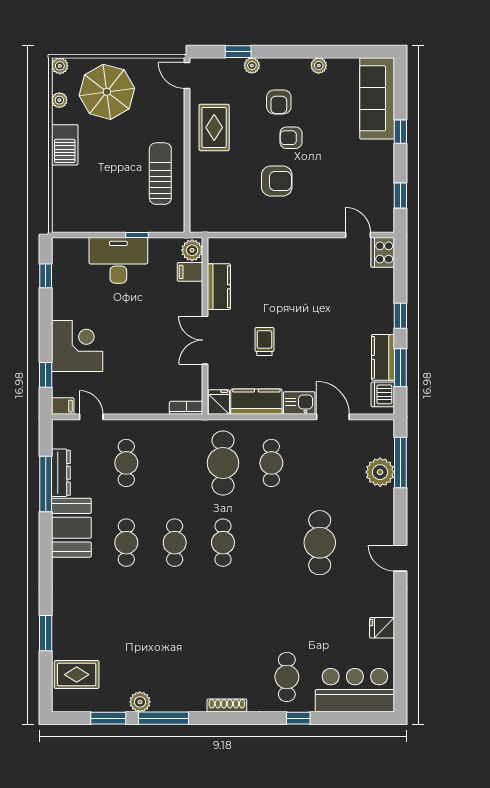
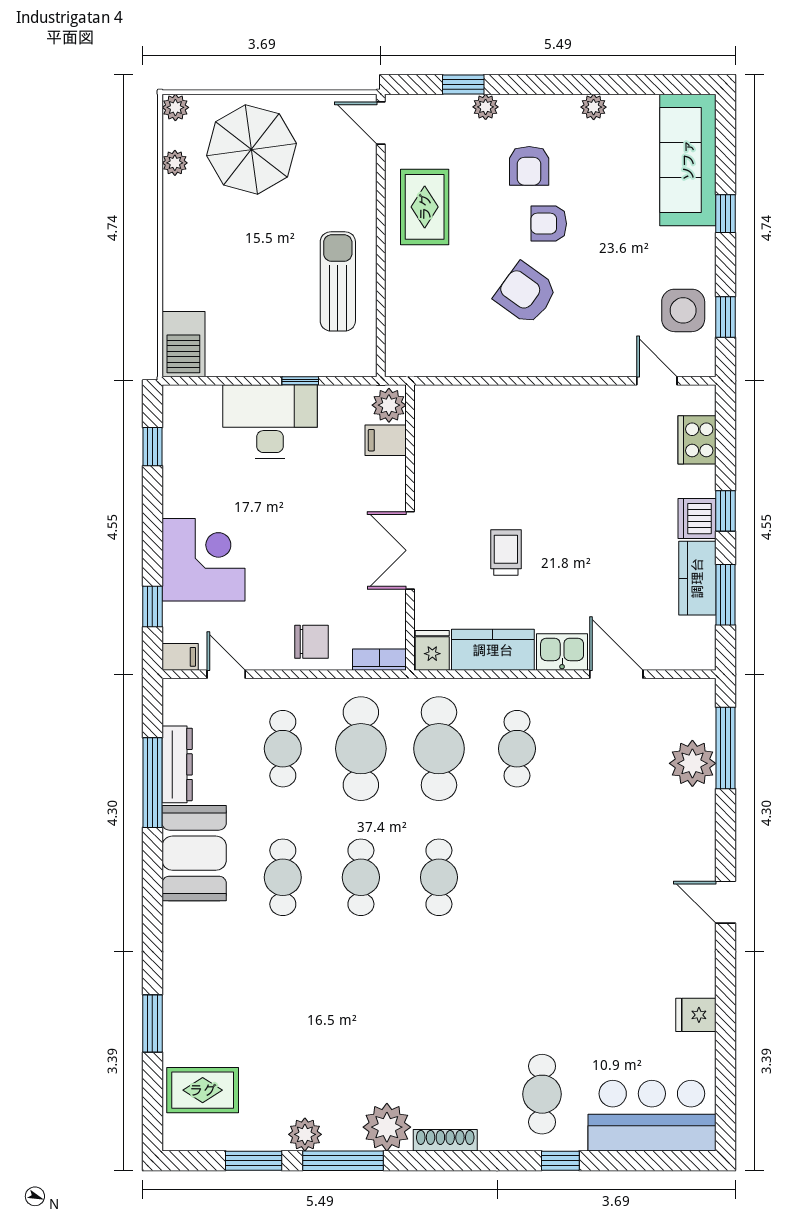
barbecue: (65, 145) -> (183, 344), moved
armchair: (277, 181) -> (526, 293), turned -144
side table: (374, 192) -> (683, 310), added
cooker: (383, 252) -> (697, 440), moved
kitchen counter: (219, 287) -> (432, 464), removed
dishwasher: (383, 394) -> (697, 519), moved
chair: (144, 397) -> (311, 642), added
cafe table: (320, 543) -> (361, 749), moved
plant: (191, 697) -> (387, 1127), added

